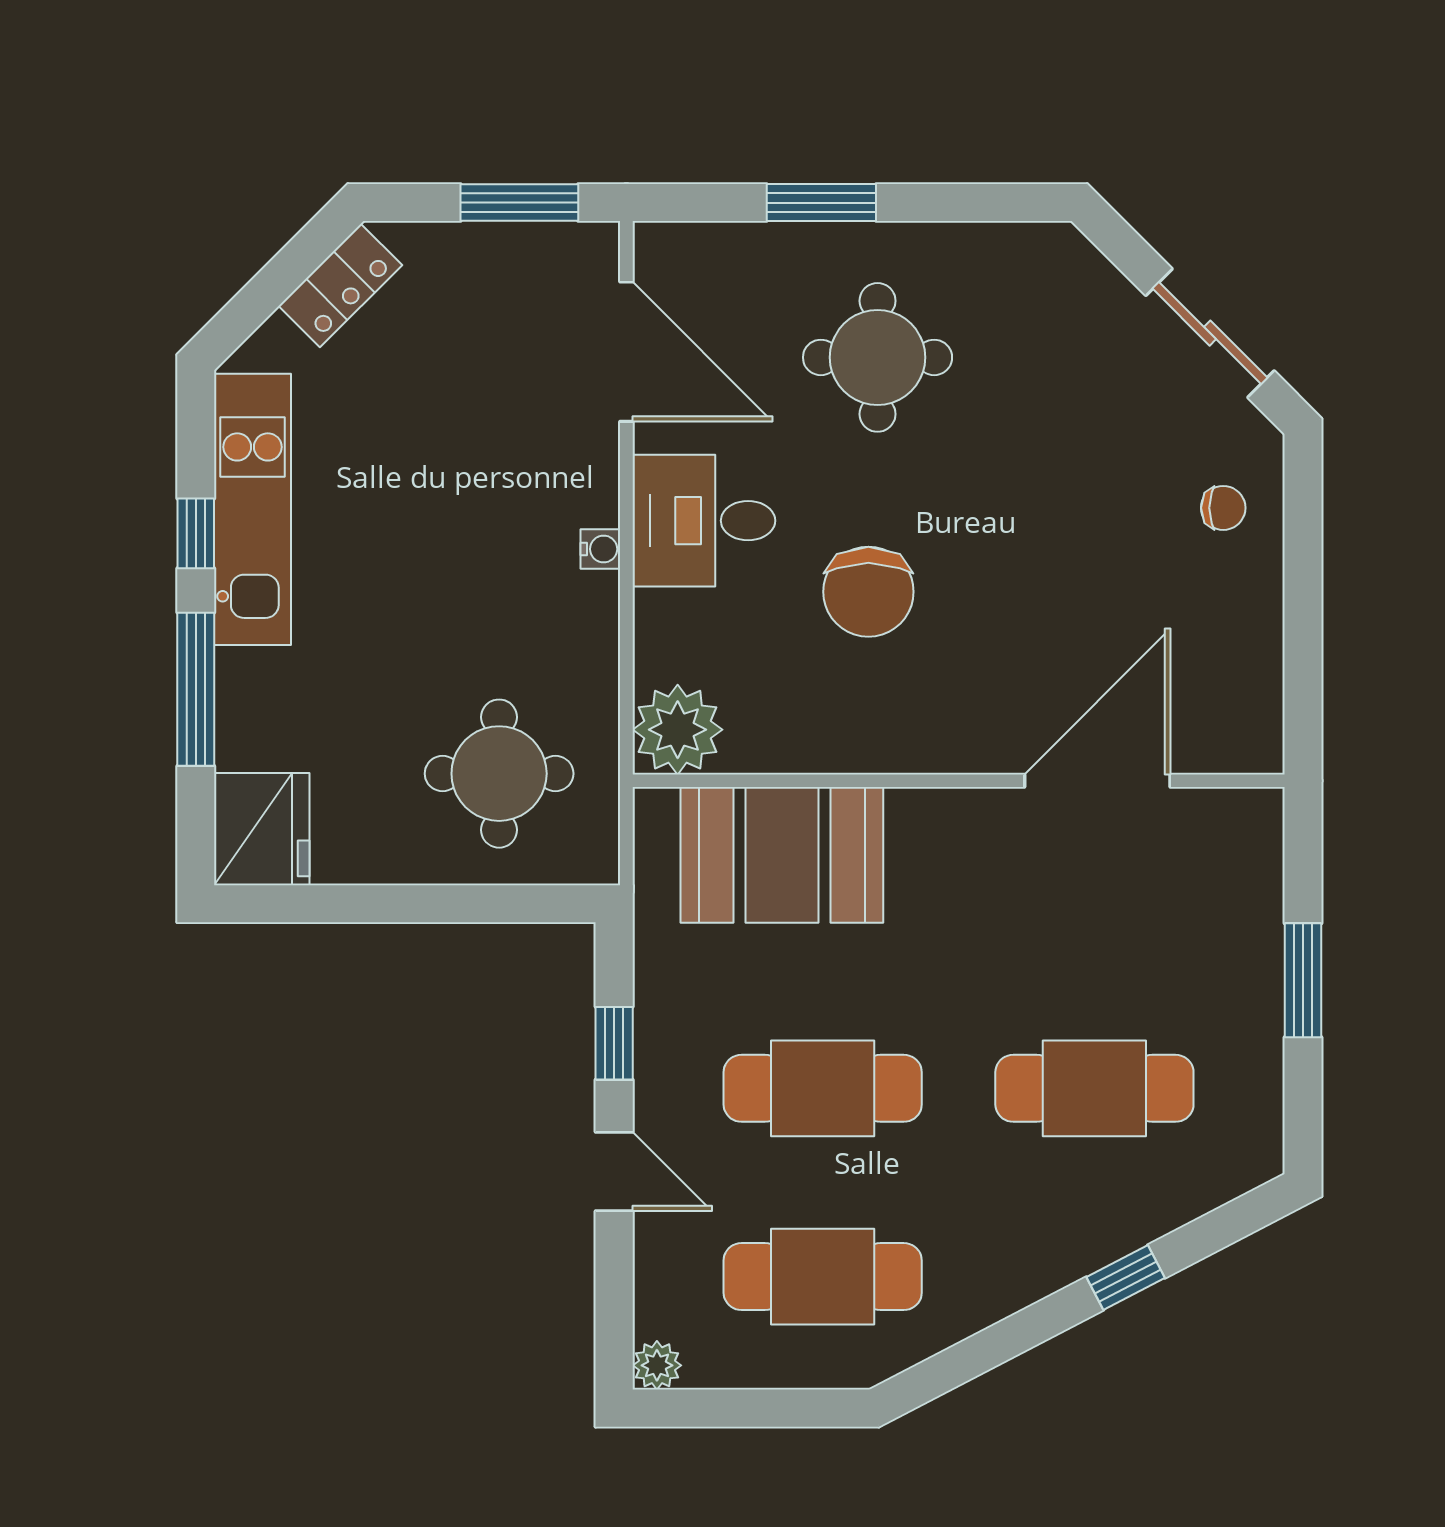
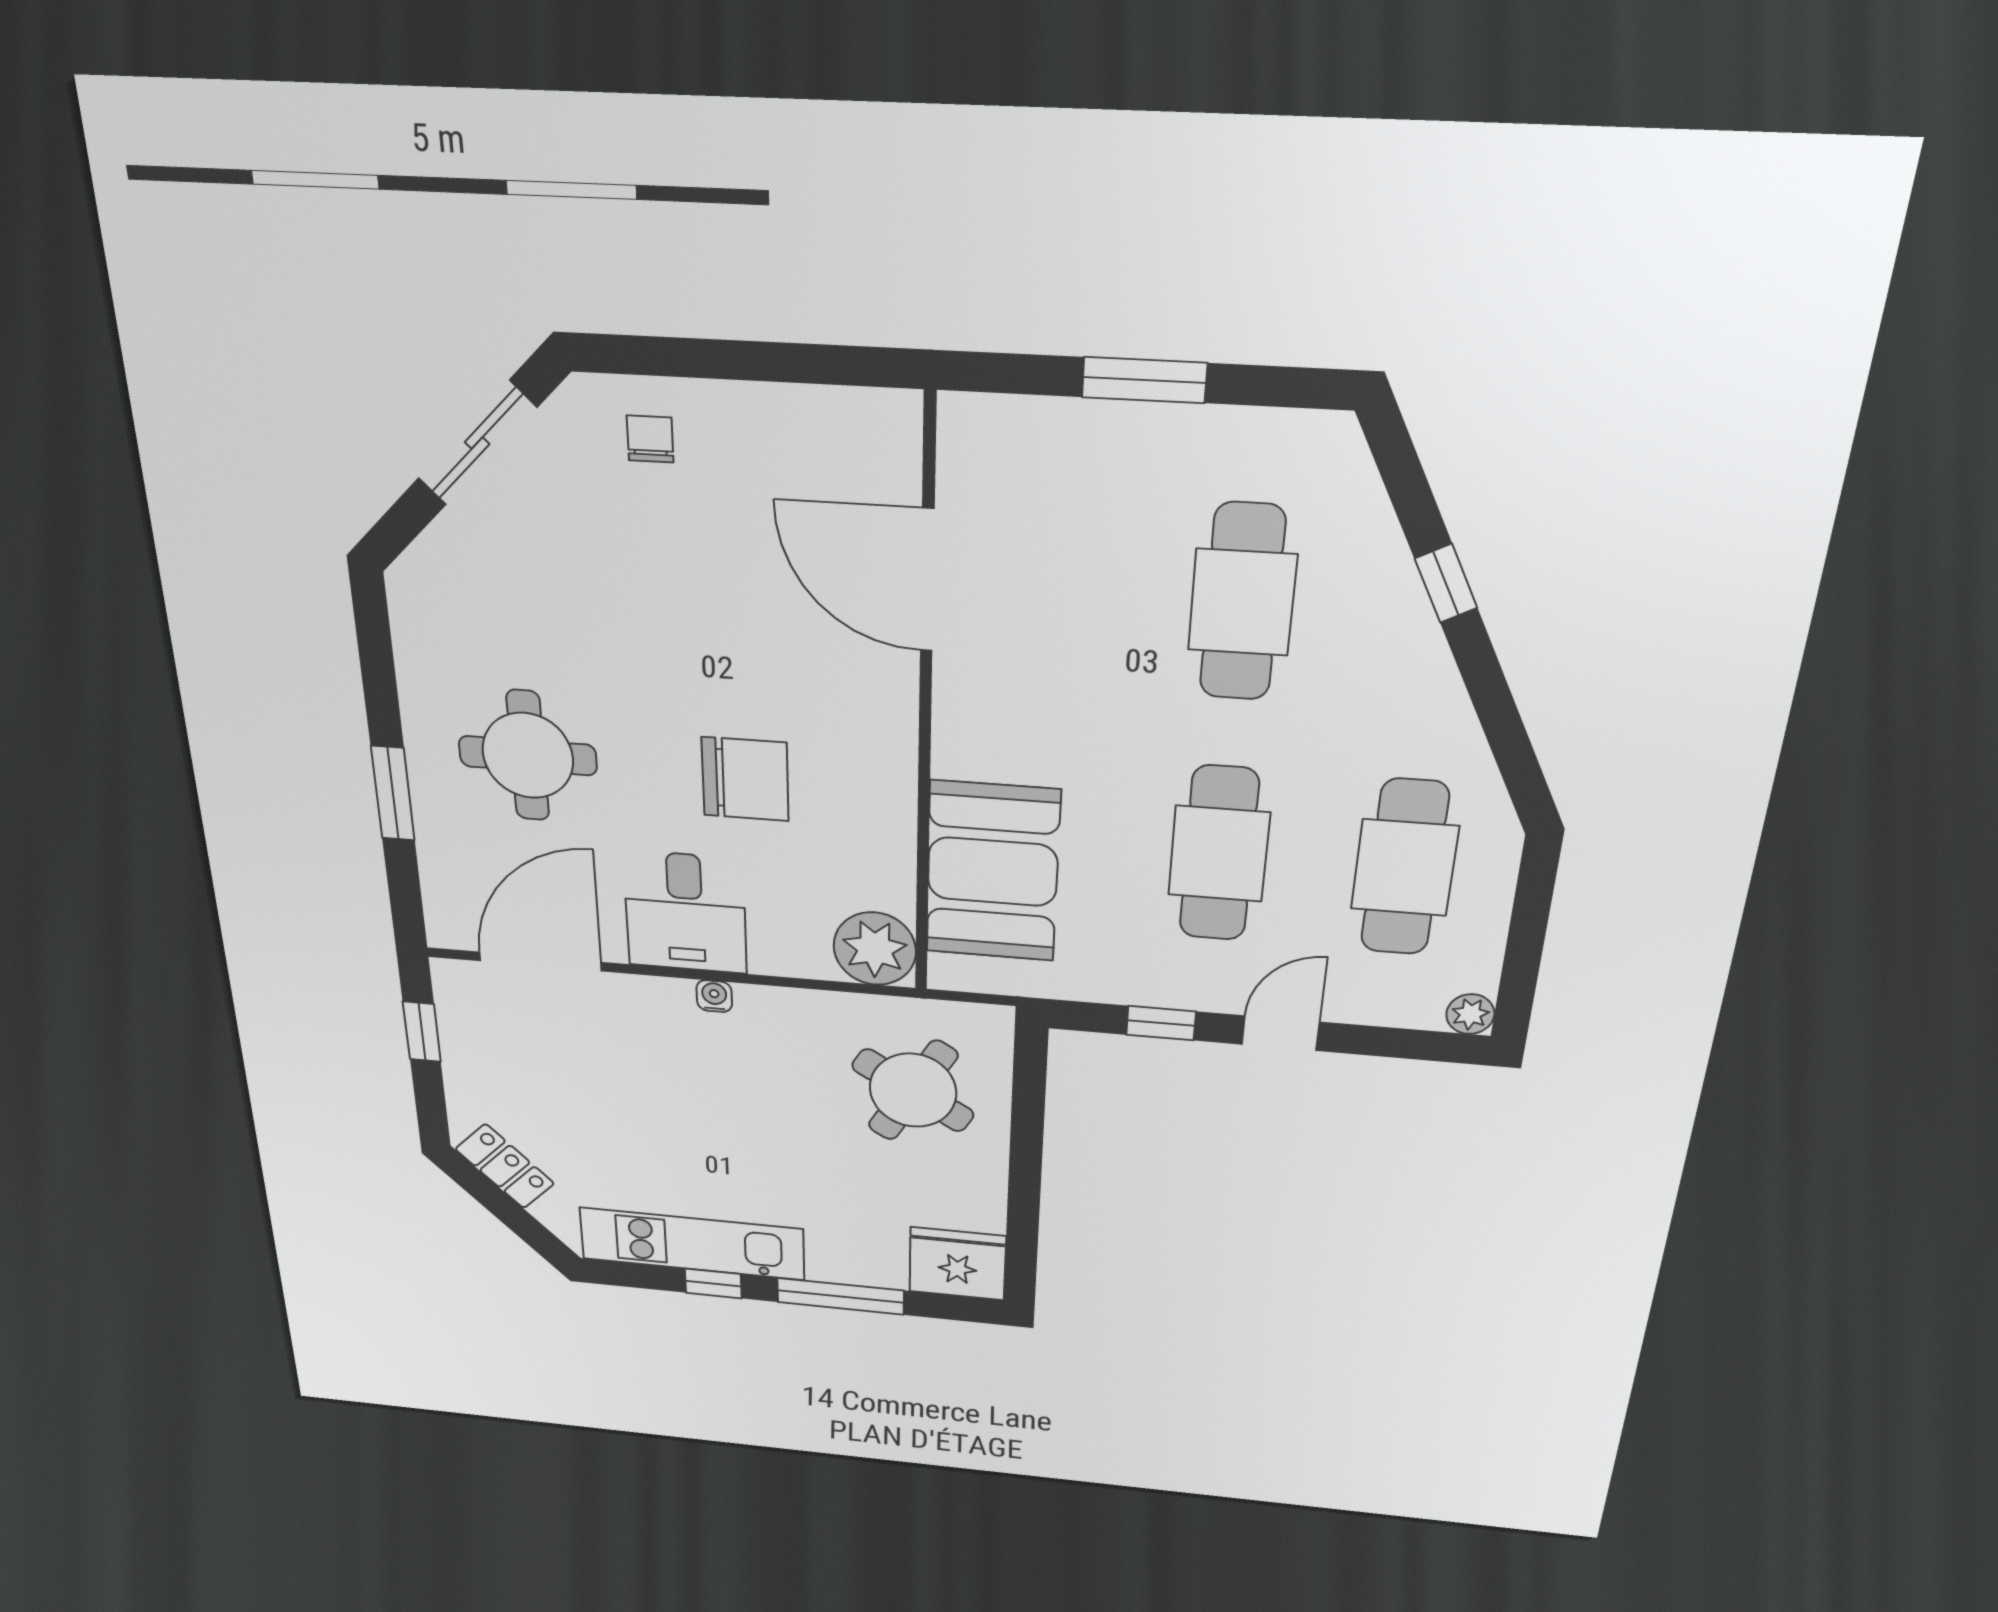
window: (519, 203) -> (422, 1032), width x0.67
round table: (499, 774) -> (913, 1090), turned 31

